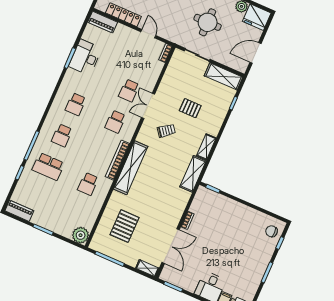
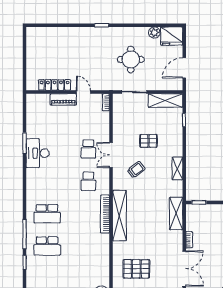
piano: (103, 22) -> (63, 99), moved
desk: (85, 57) -> (38, 153), moved
school desk: (76, 104) -> (47, 181), removed
school desk: (62, 135) -> (47, 214), width x1.85
shelving: (193, 174) -> (176, 213), moved
school desk: (88, 184) -> (88, 246), removed
pallet: (125, 226) -> (136, 269), turned 90

